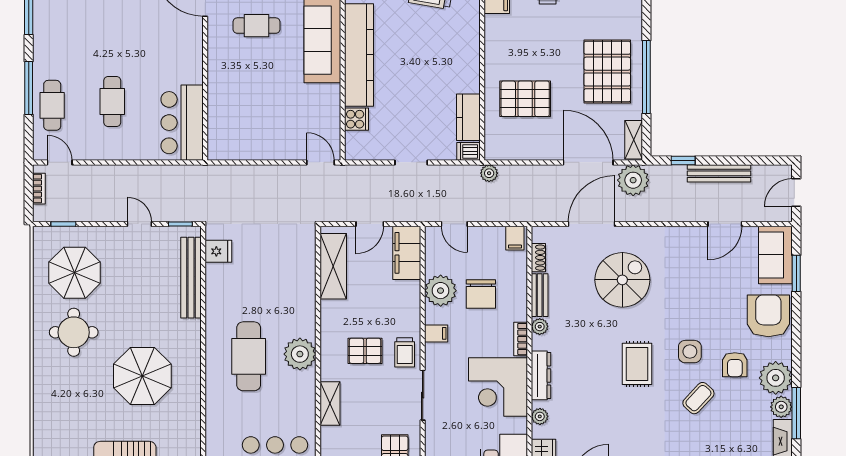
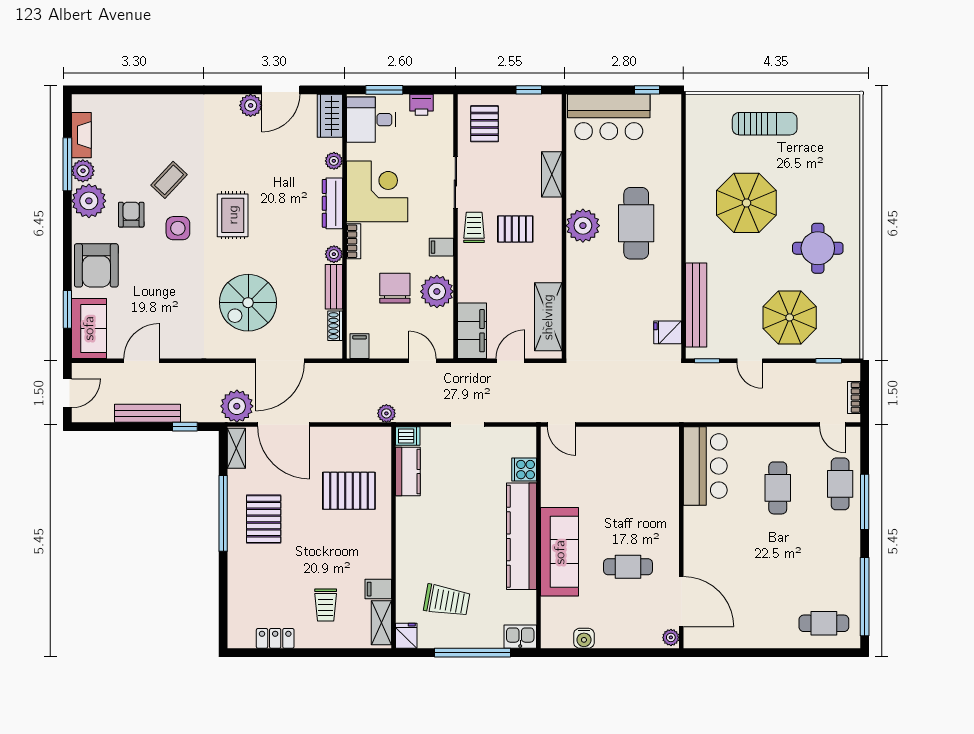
pallet: (607, 72) -> (264, 519), width x0.73, depth x0.71
parasol: (75, 273) -> (790, 317), moved

